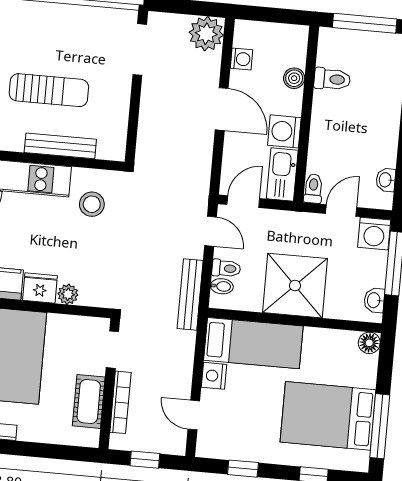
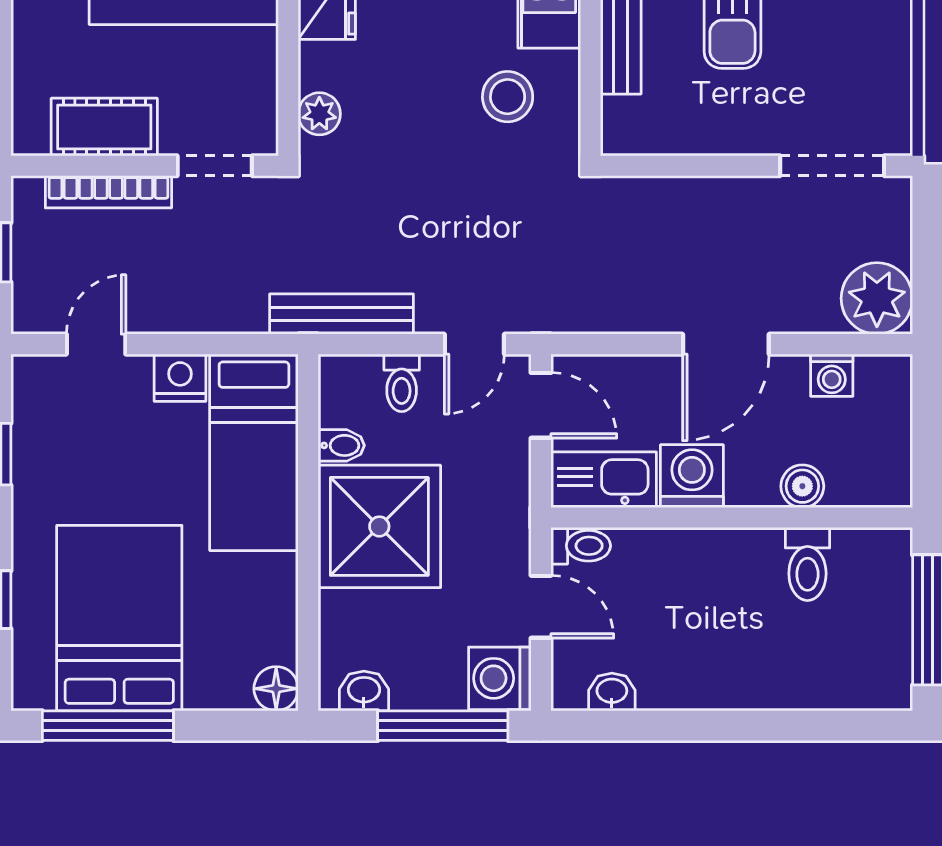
bidet: (222, 286) -> (341, 445), moved, turned -90
plant: (68, 294) -> (319, 114), moved

